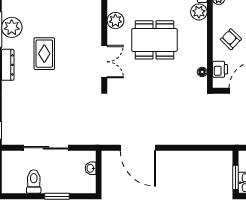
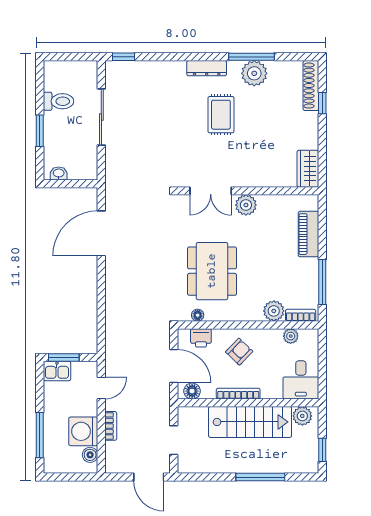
plant: (115, 21) -> (246, 205), moved
dining table: (154, 40) -> (212, 271), moved
rug: (44, 54) -> (221, 115), turned 90
washbasin: (91, 168) -> (59, 173), moved

